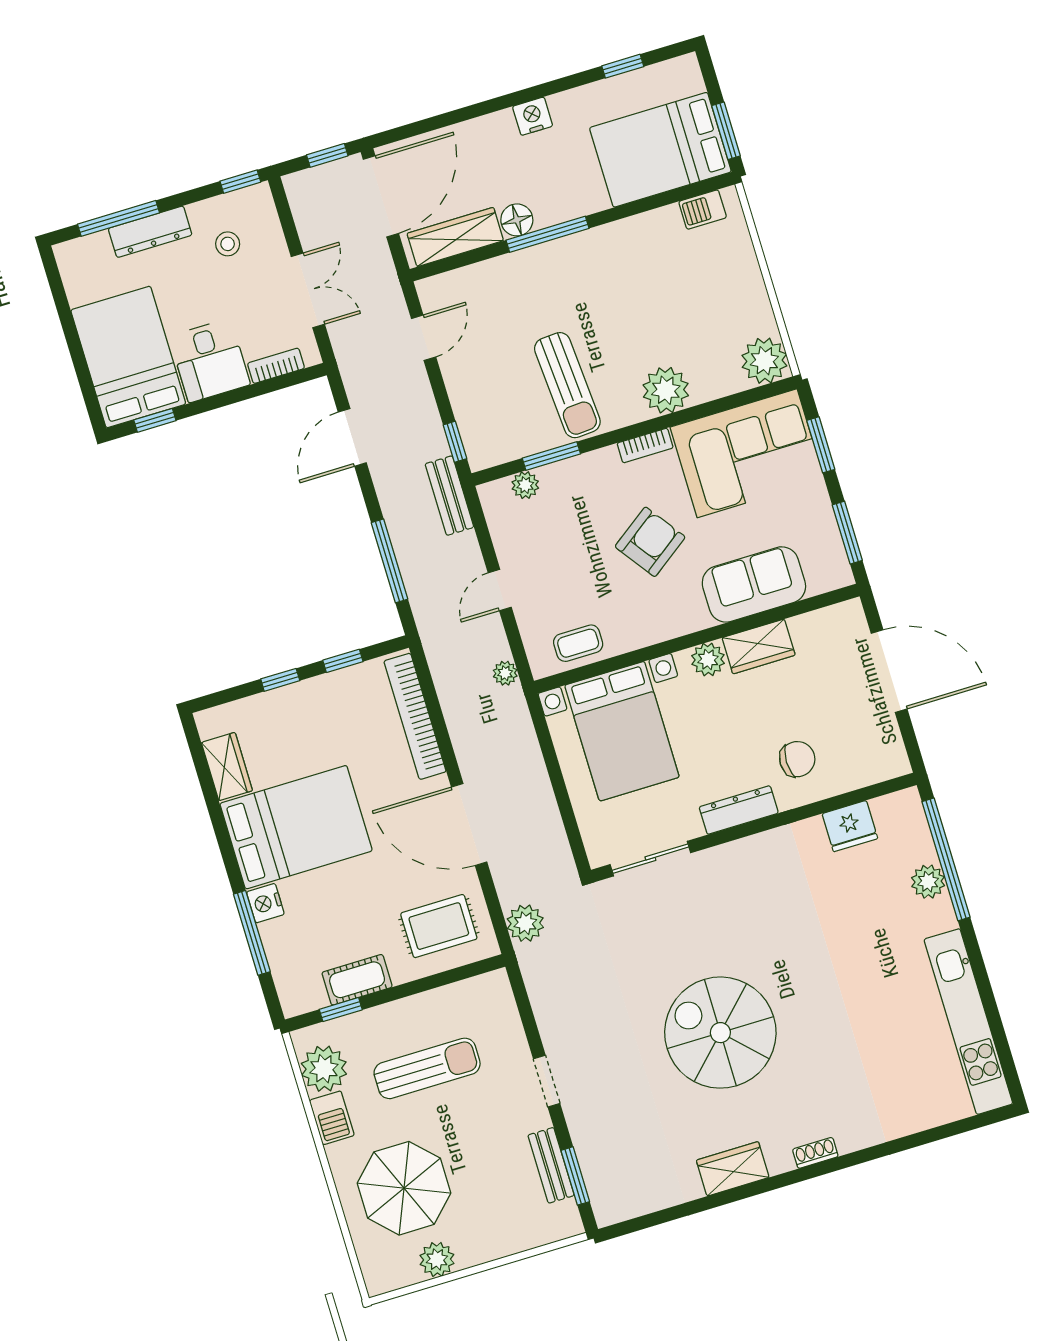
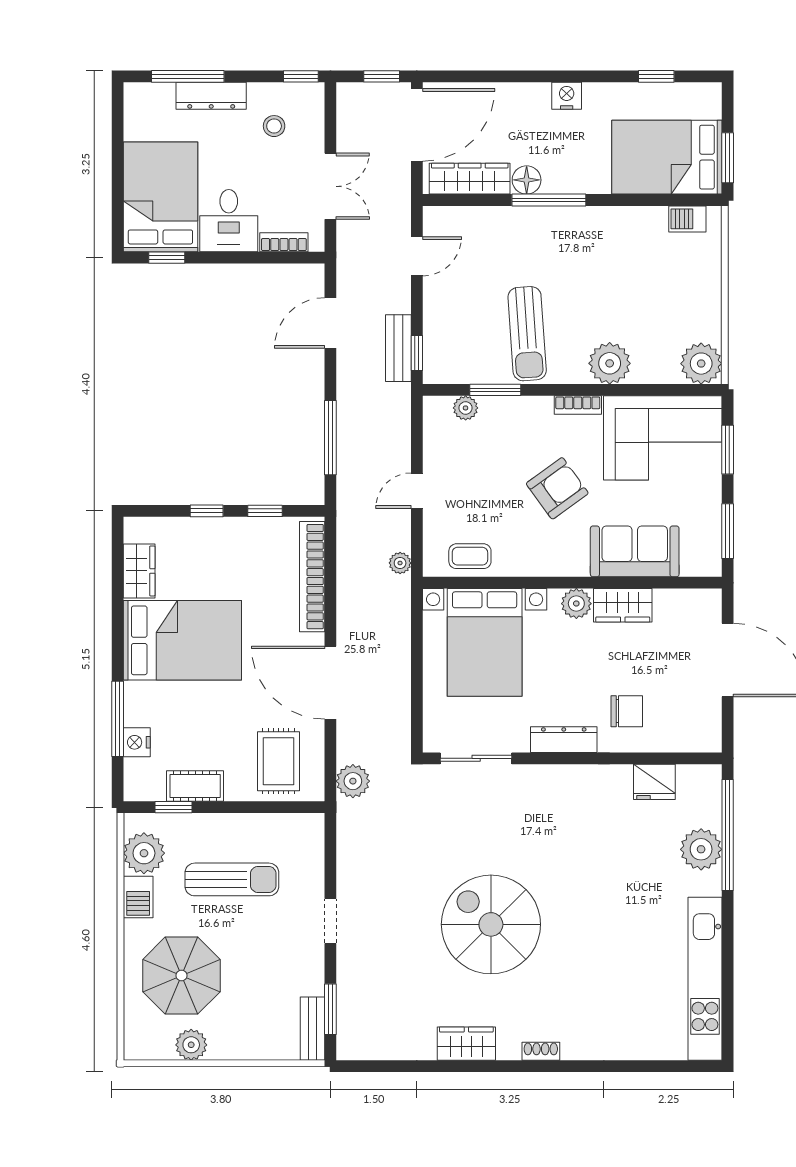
bench: (449, 496) -> (398, 348), moved
plant: (928, 882) -> (701, 849), width x1.36, depth x1.36
nightstand: (265, 903) -> (137, 742), moved
rug: (439, 926) -> (279, 761), turned 90
bench: (551, 1165) -> (313, 1029), moved

